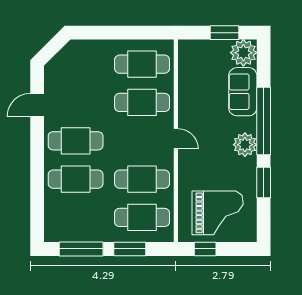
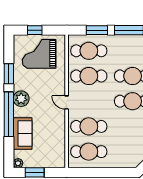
plant: (243, 53) -> (18, 163), width x0.53, depth x0.53
window: (205, 249) -> (35, 30), moved

